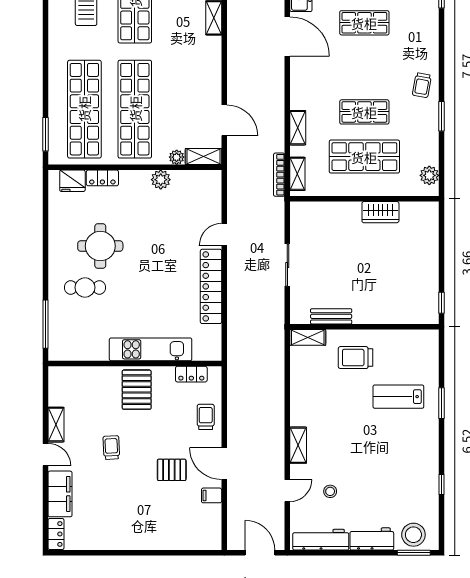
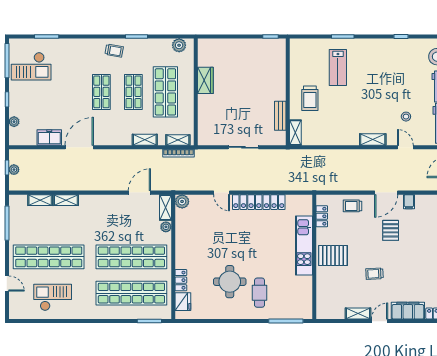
shop shelf: (364, 23) -> (101, 92), moved
plant: (161, 180) -> (182, 201), moved

